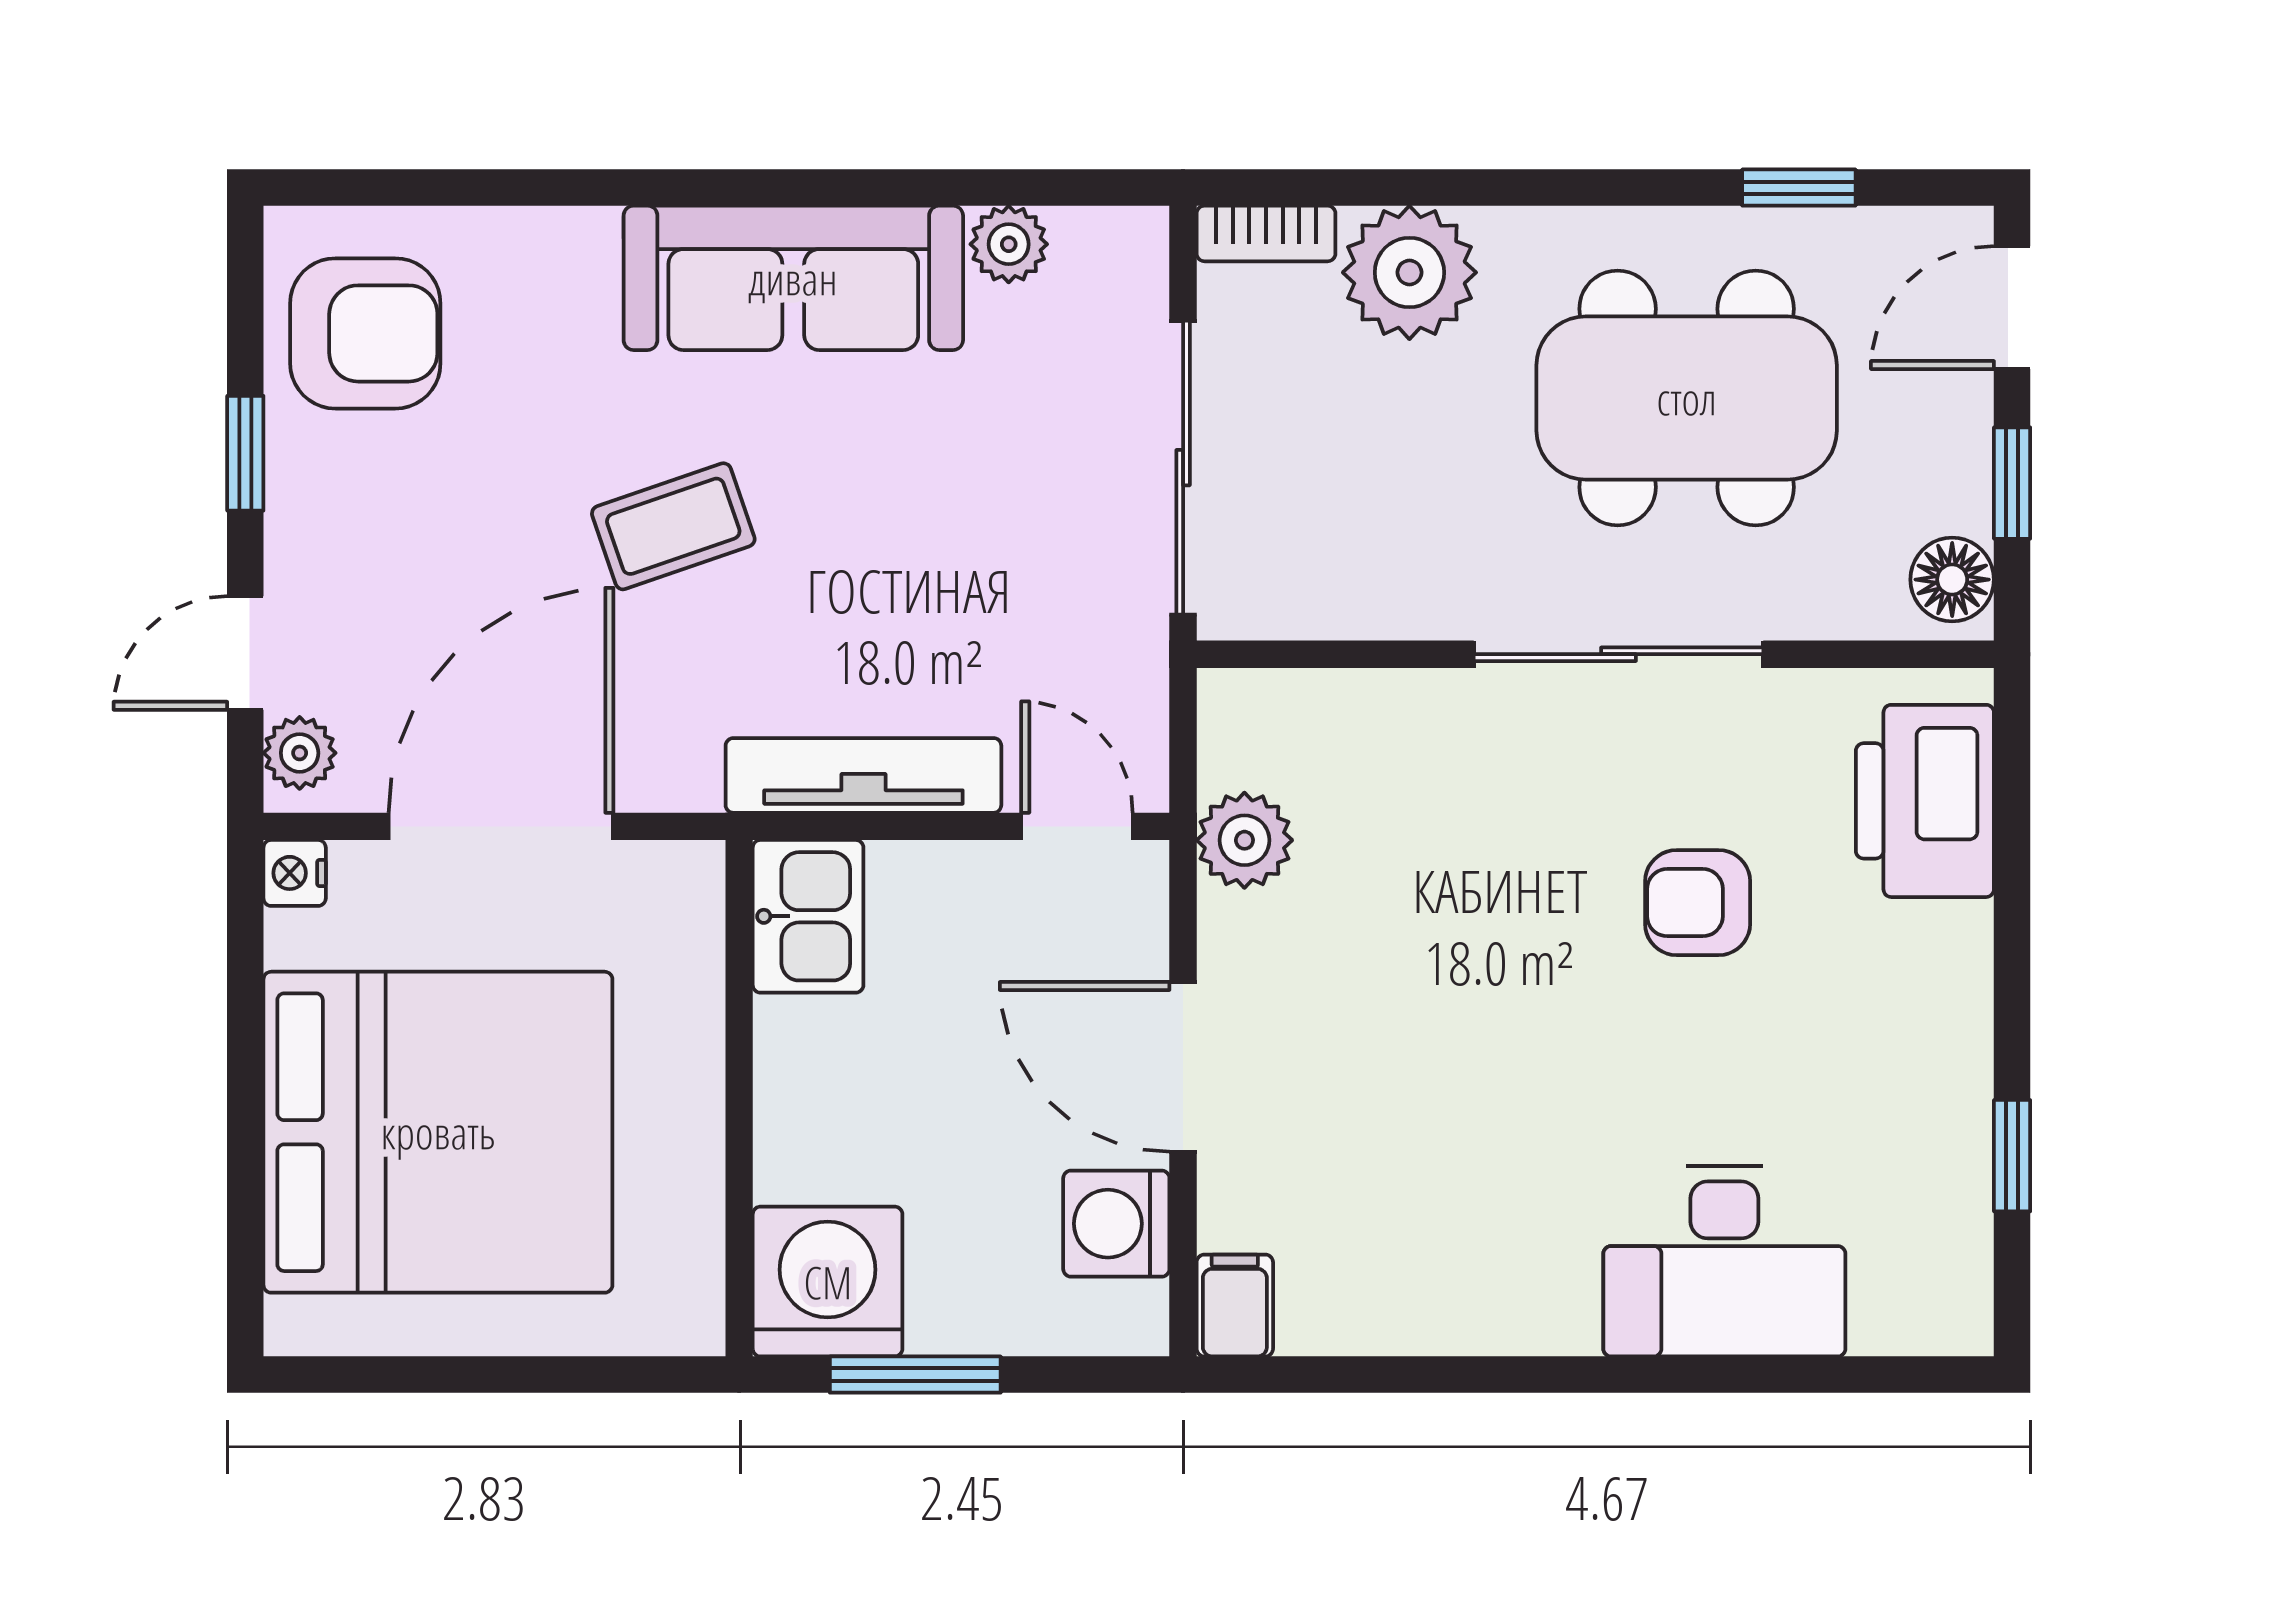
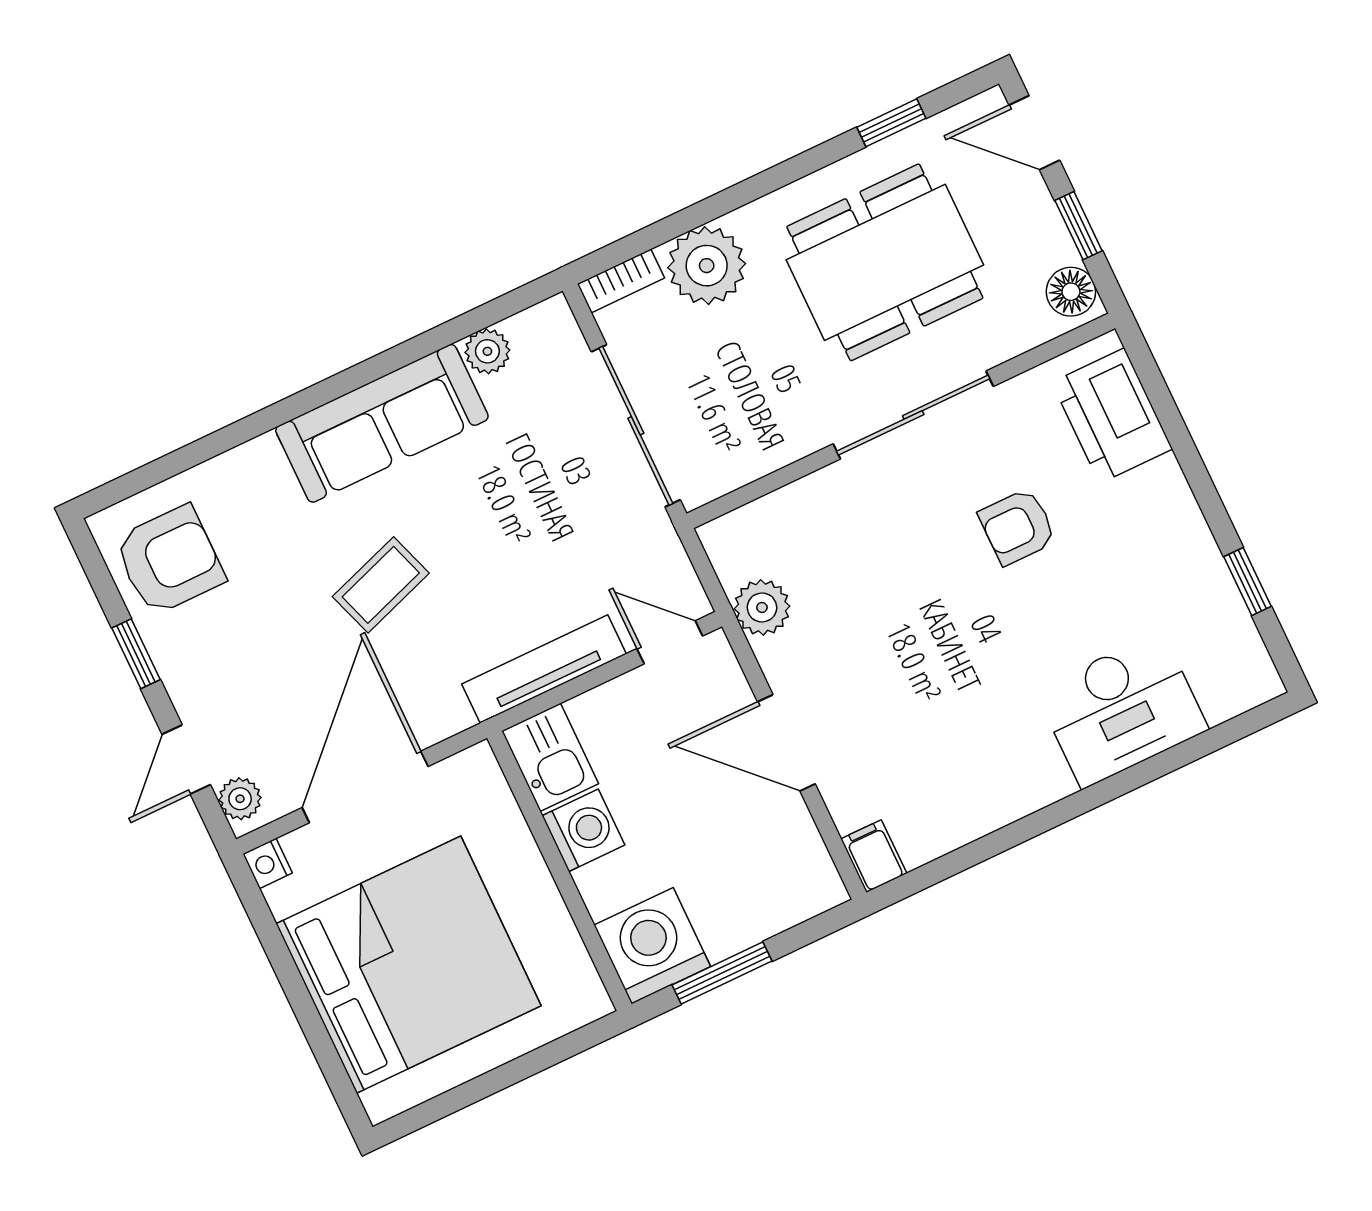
door: (2012, 308) -> (1034, 133), hinge flipped
washing machine: (1116, 1224) -> (583, 830), moved, turned 180

